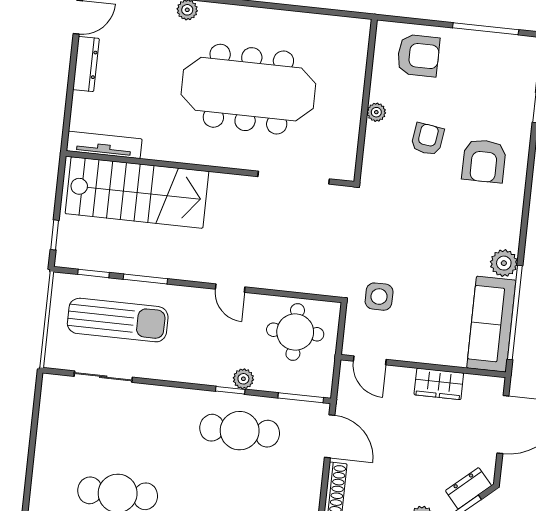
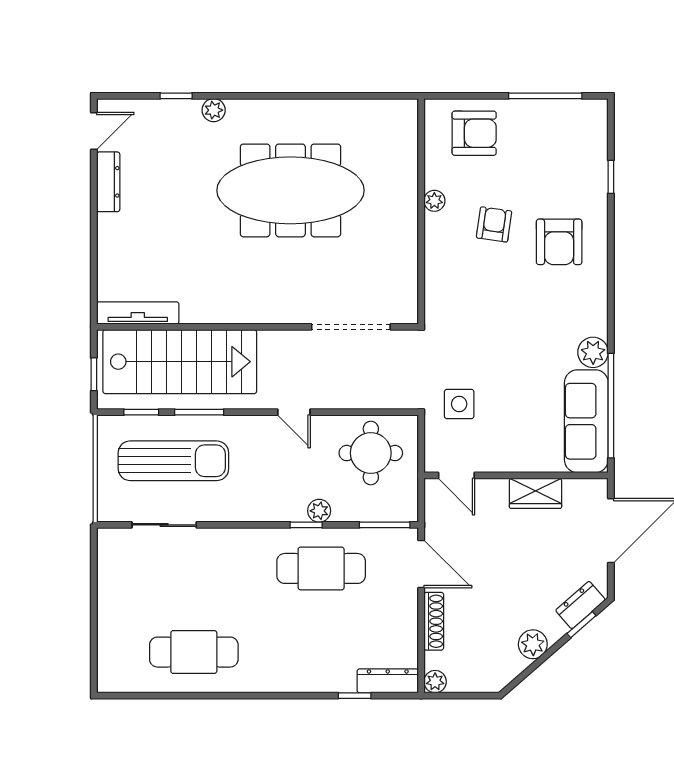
tv unit: (104, 145) -> (138, 313), moved
wall: (210, 169) -> (257, 327), moved
doorway: (294, 178) -> (351, 327), moved
stairs: (137, 192) -> (180, 362), moved

